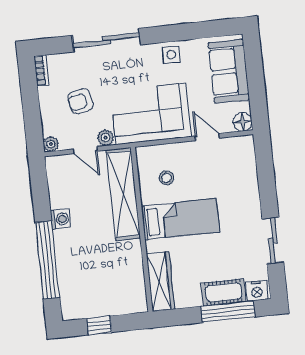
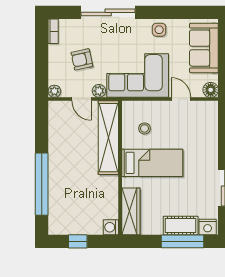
washing machine: (61, 219) -> (111, 227), moved, turned 180

